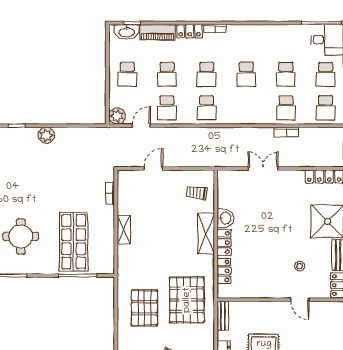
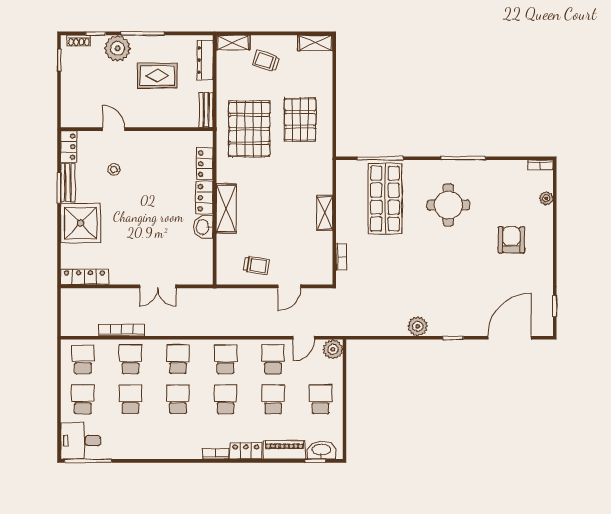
school desk: (246, 108) -> (178, 359), added
bookcase: (286, 132) -> (122, 330), width x1.56
trolley: (197, 193) -> (256, 266), moved

